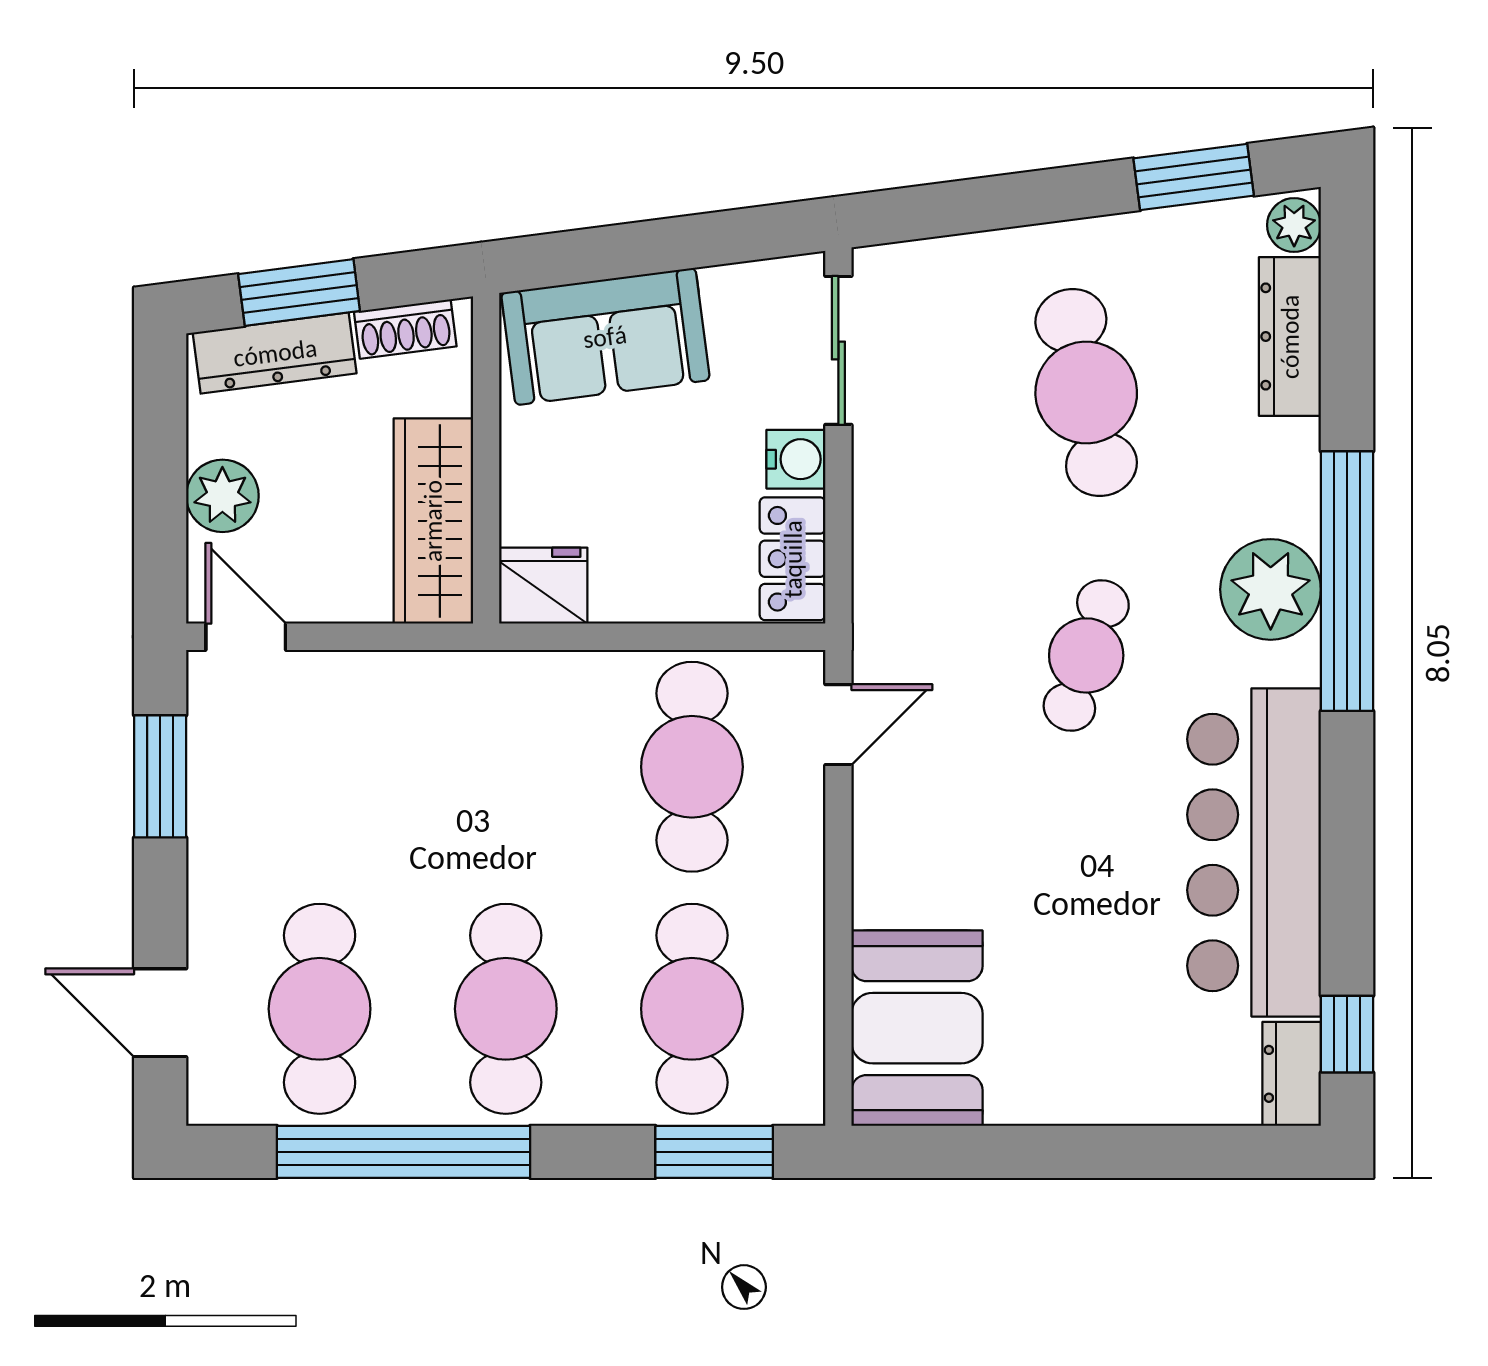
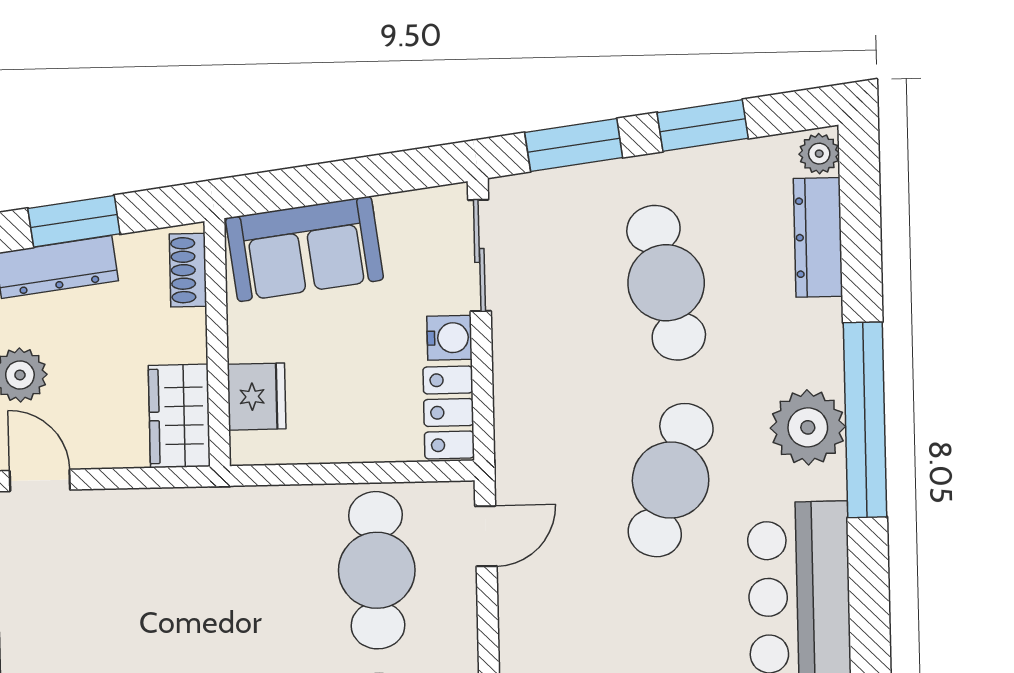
window: (1194, 177) -> (703, 125), moved
window: (967, 206) -> (574, 145), added
shoe rack: (405, 329) -> (188, 270), moved, turned 97
wardrobe: (433, 521) -> (179, 416), width x0.67
fridge: (543, 586) -> (257, 397), moved, turned 90
cafe table: (1086, 655) -> (671, 480), width x1.37, depth x1.35

